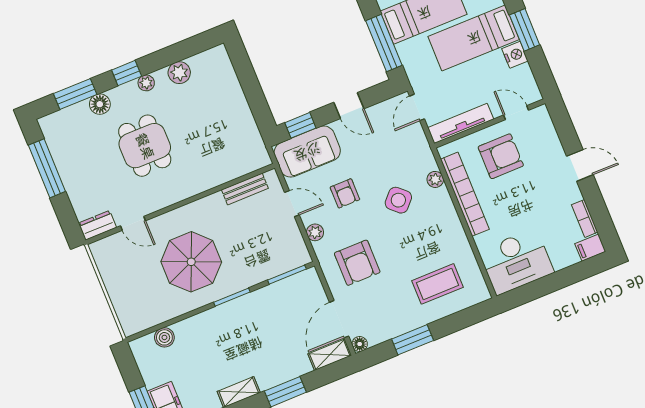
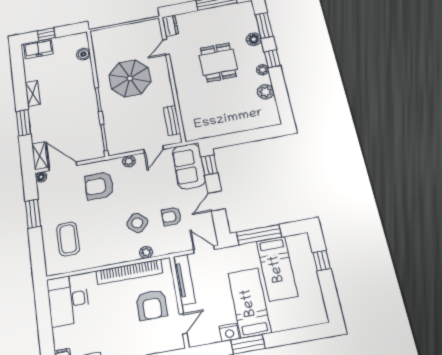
dining table: (145, 146) -> (218, 62), turned 90
armchair: (345, 193) -> (171, 216), moved

